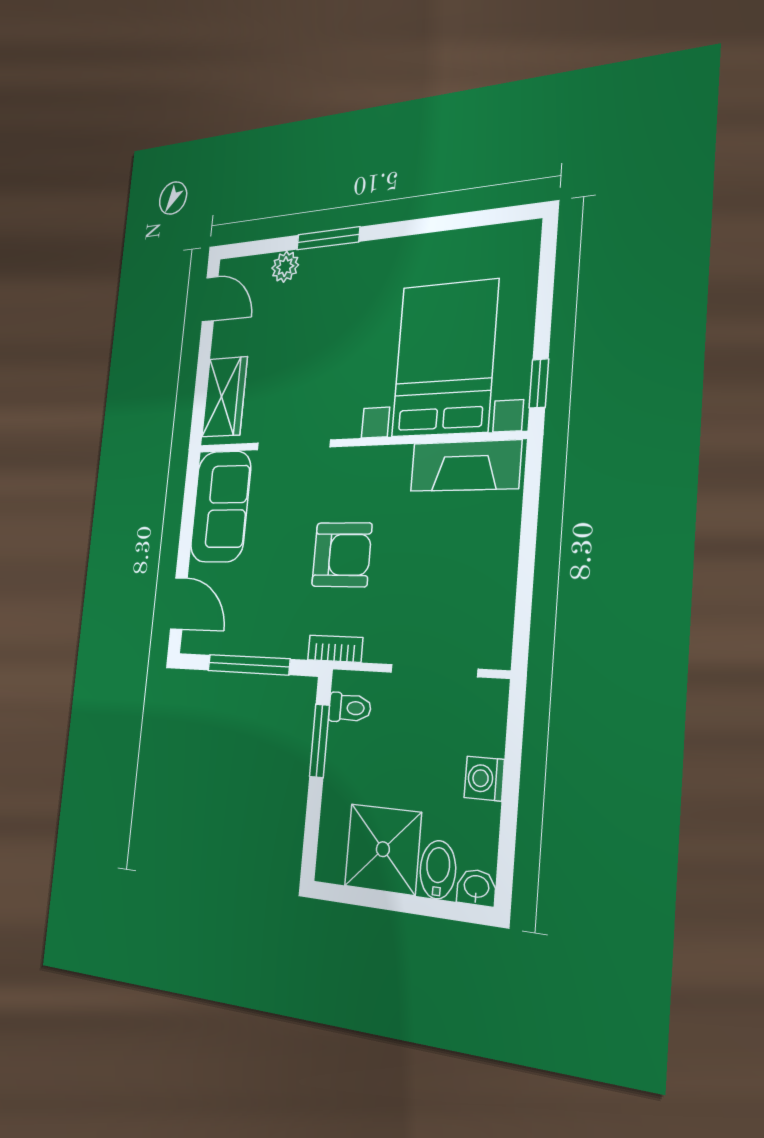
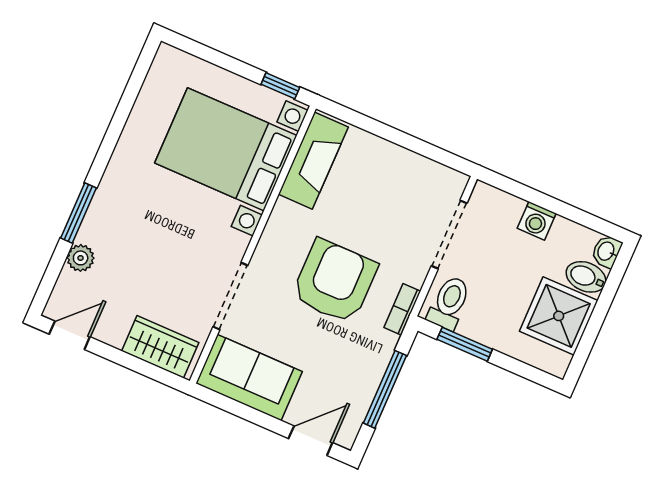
armchair: (342, 555) -> (335, 281), width x1.36, depth x1.36
toilet: (350, 708) -> (449, 303), width x1.37, depth x1.39

